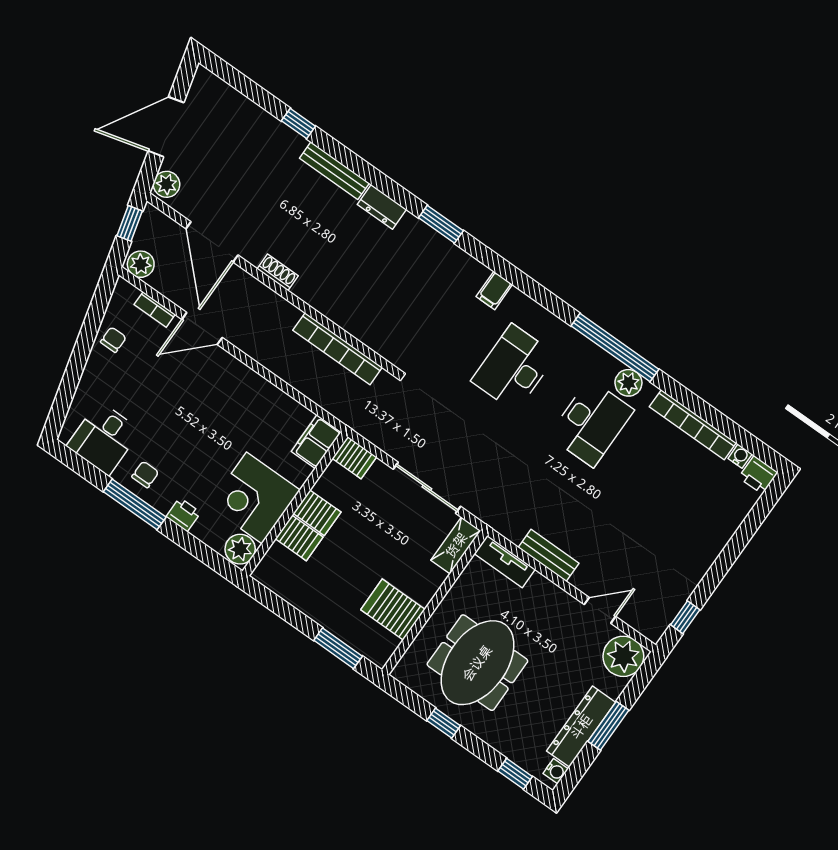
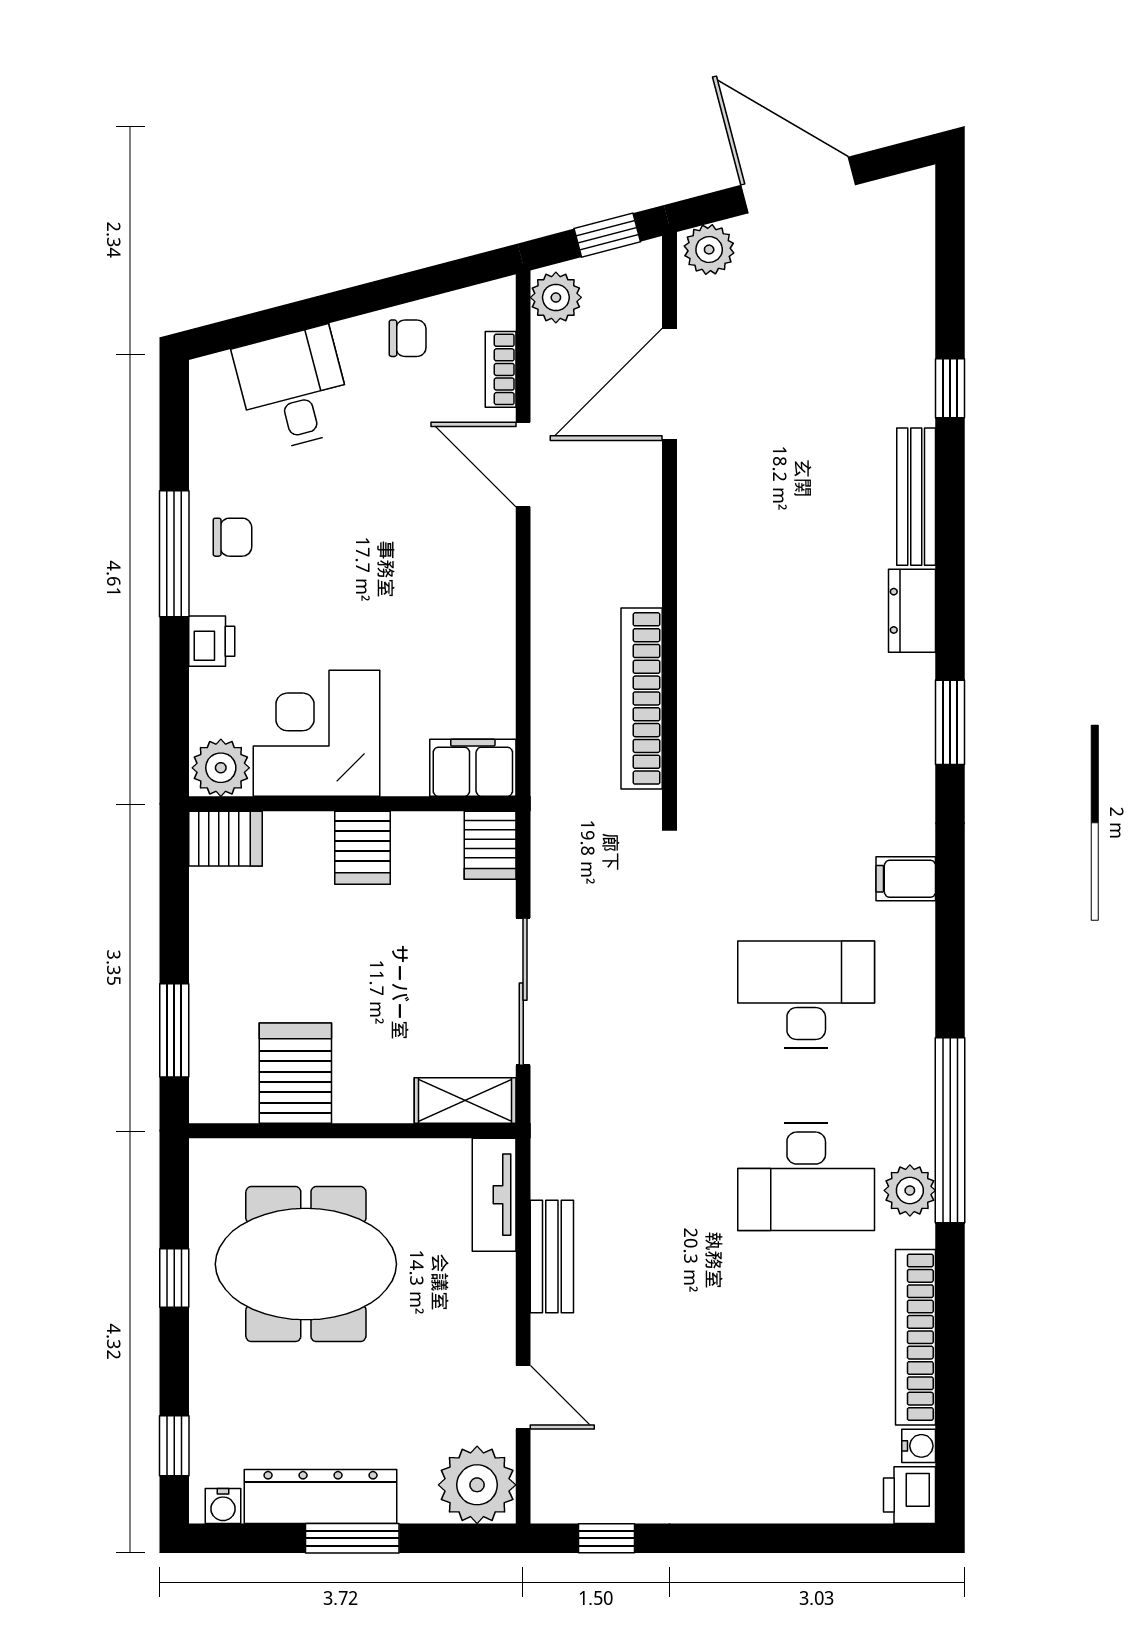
shoe rack: (278, 272) -> (694, 520), removed
desk: (104, 438) -> (293, 389), moved, turned 75
server rack: (299, 538) -> (225, 839), moved, turned -90

